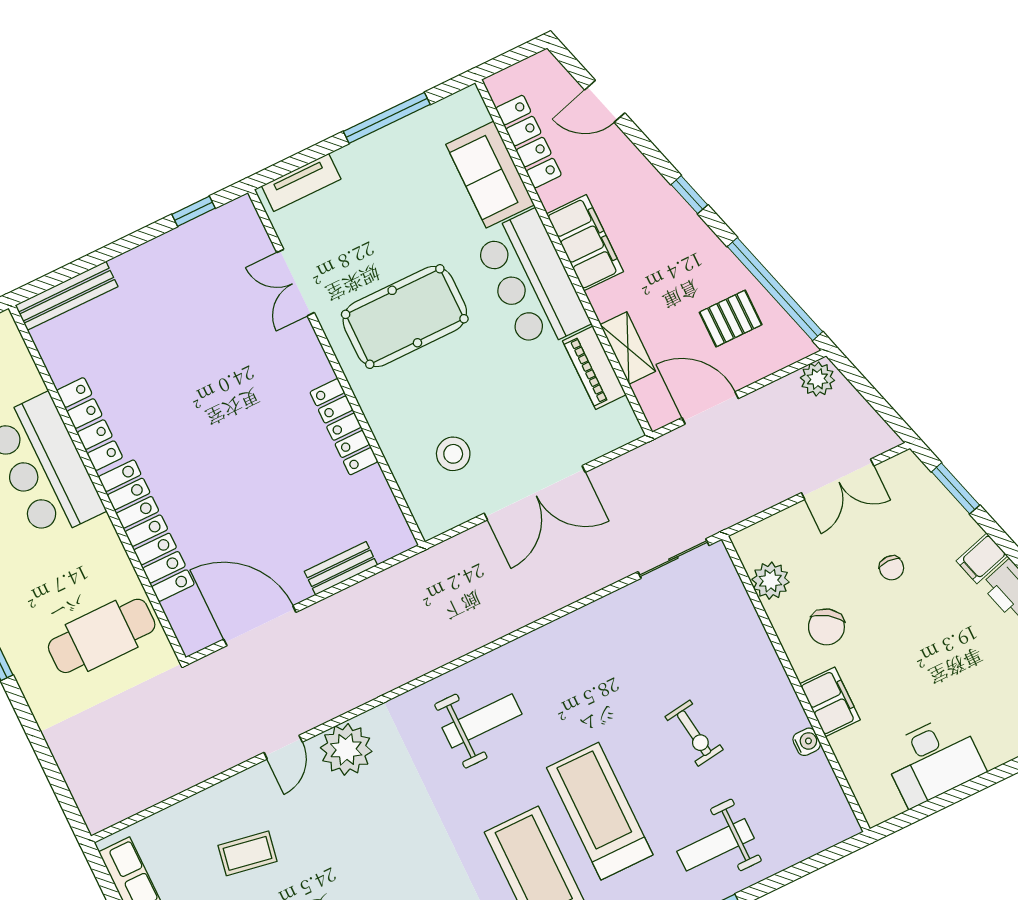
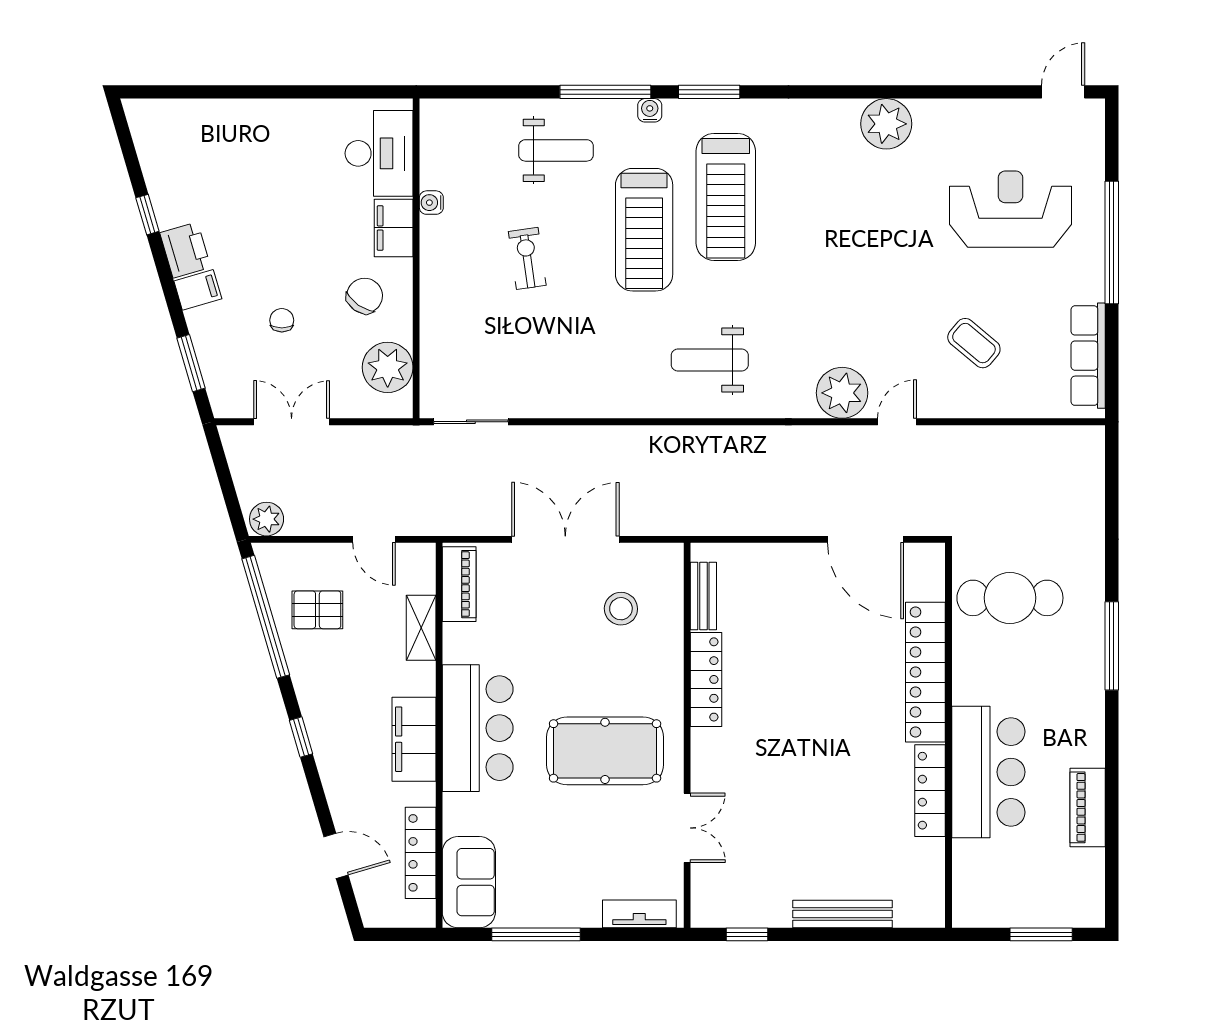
sofa: (490, 175) -> (469, 882), moved
bench: (66, 296) -> (842, 914), moved
piano: (594, 368) -> (459, 584), moved
door: (710, 408) -> (374, 539), width x0.73
bench: (341, 568) -> (703, 596), moved, turned 90
plant: (770, 581) -> (388, 367), width x1.36, depth x1.36
desk: (933, 760) -> (379, 153), moved, turned 90
coffee table: (248, 853) -> (974, 343), turned 30

